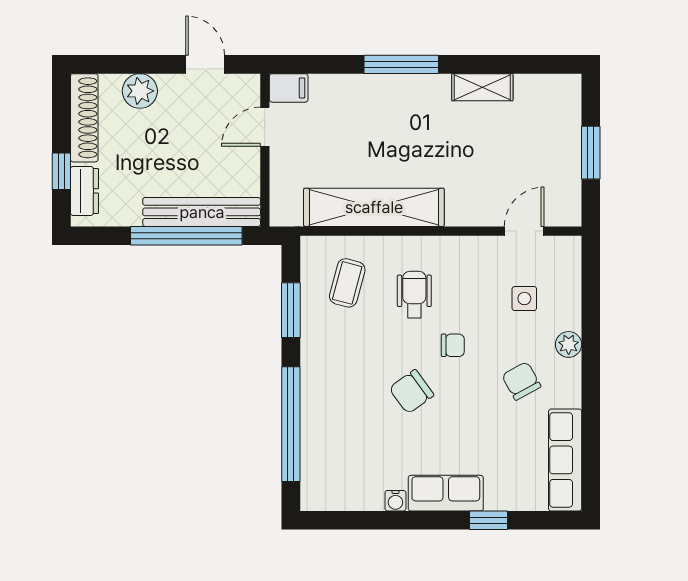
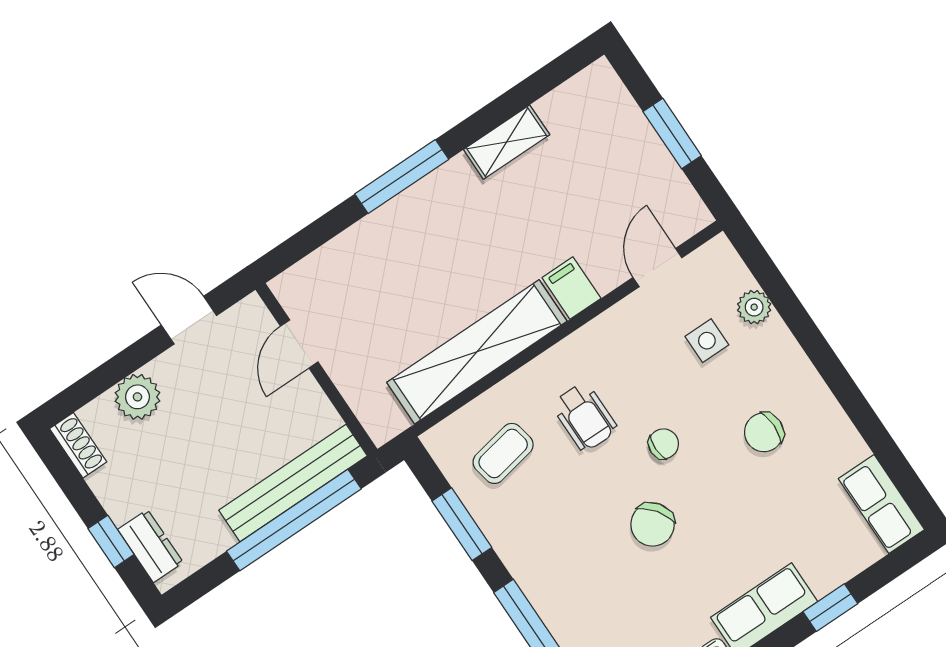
filing cabinet: (289, 88) -> (571, 288), moved, turned -90
shoe rack: (84, 118) -> (78, 445), width x0.51, depth x0.81
coffee table: (347, 283) -> (503, 453), turned 64
wheelchair: (414, 295) -> (585, 417), turned 180
plant: (569, 344) -> (754, 307), moved
chair: (521, 381) -> (764, 432), turned -61
row of seats: (565, 460) -> (881, 504), width x0.68

